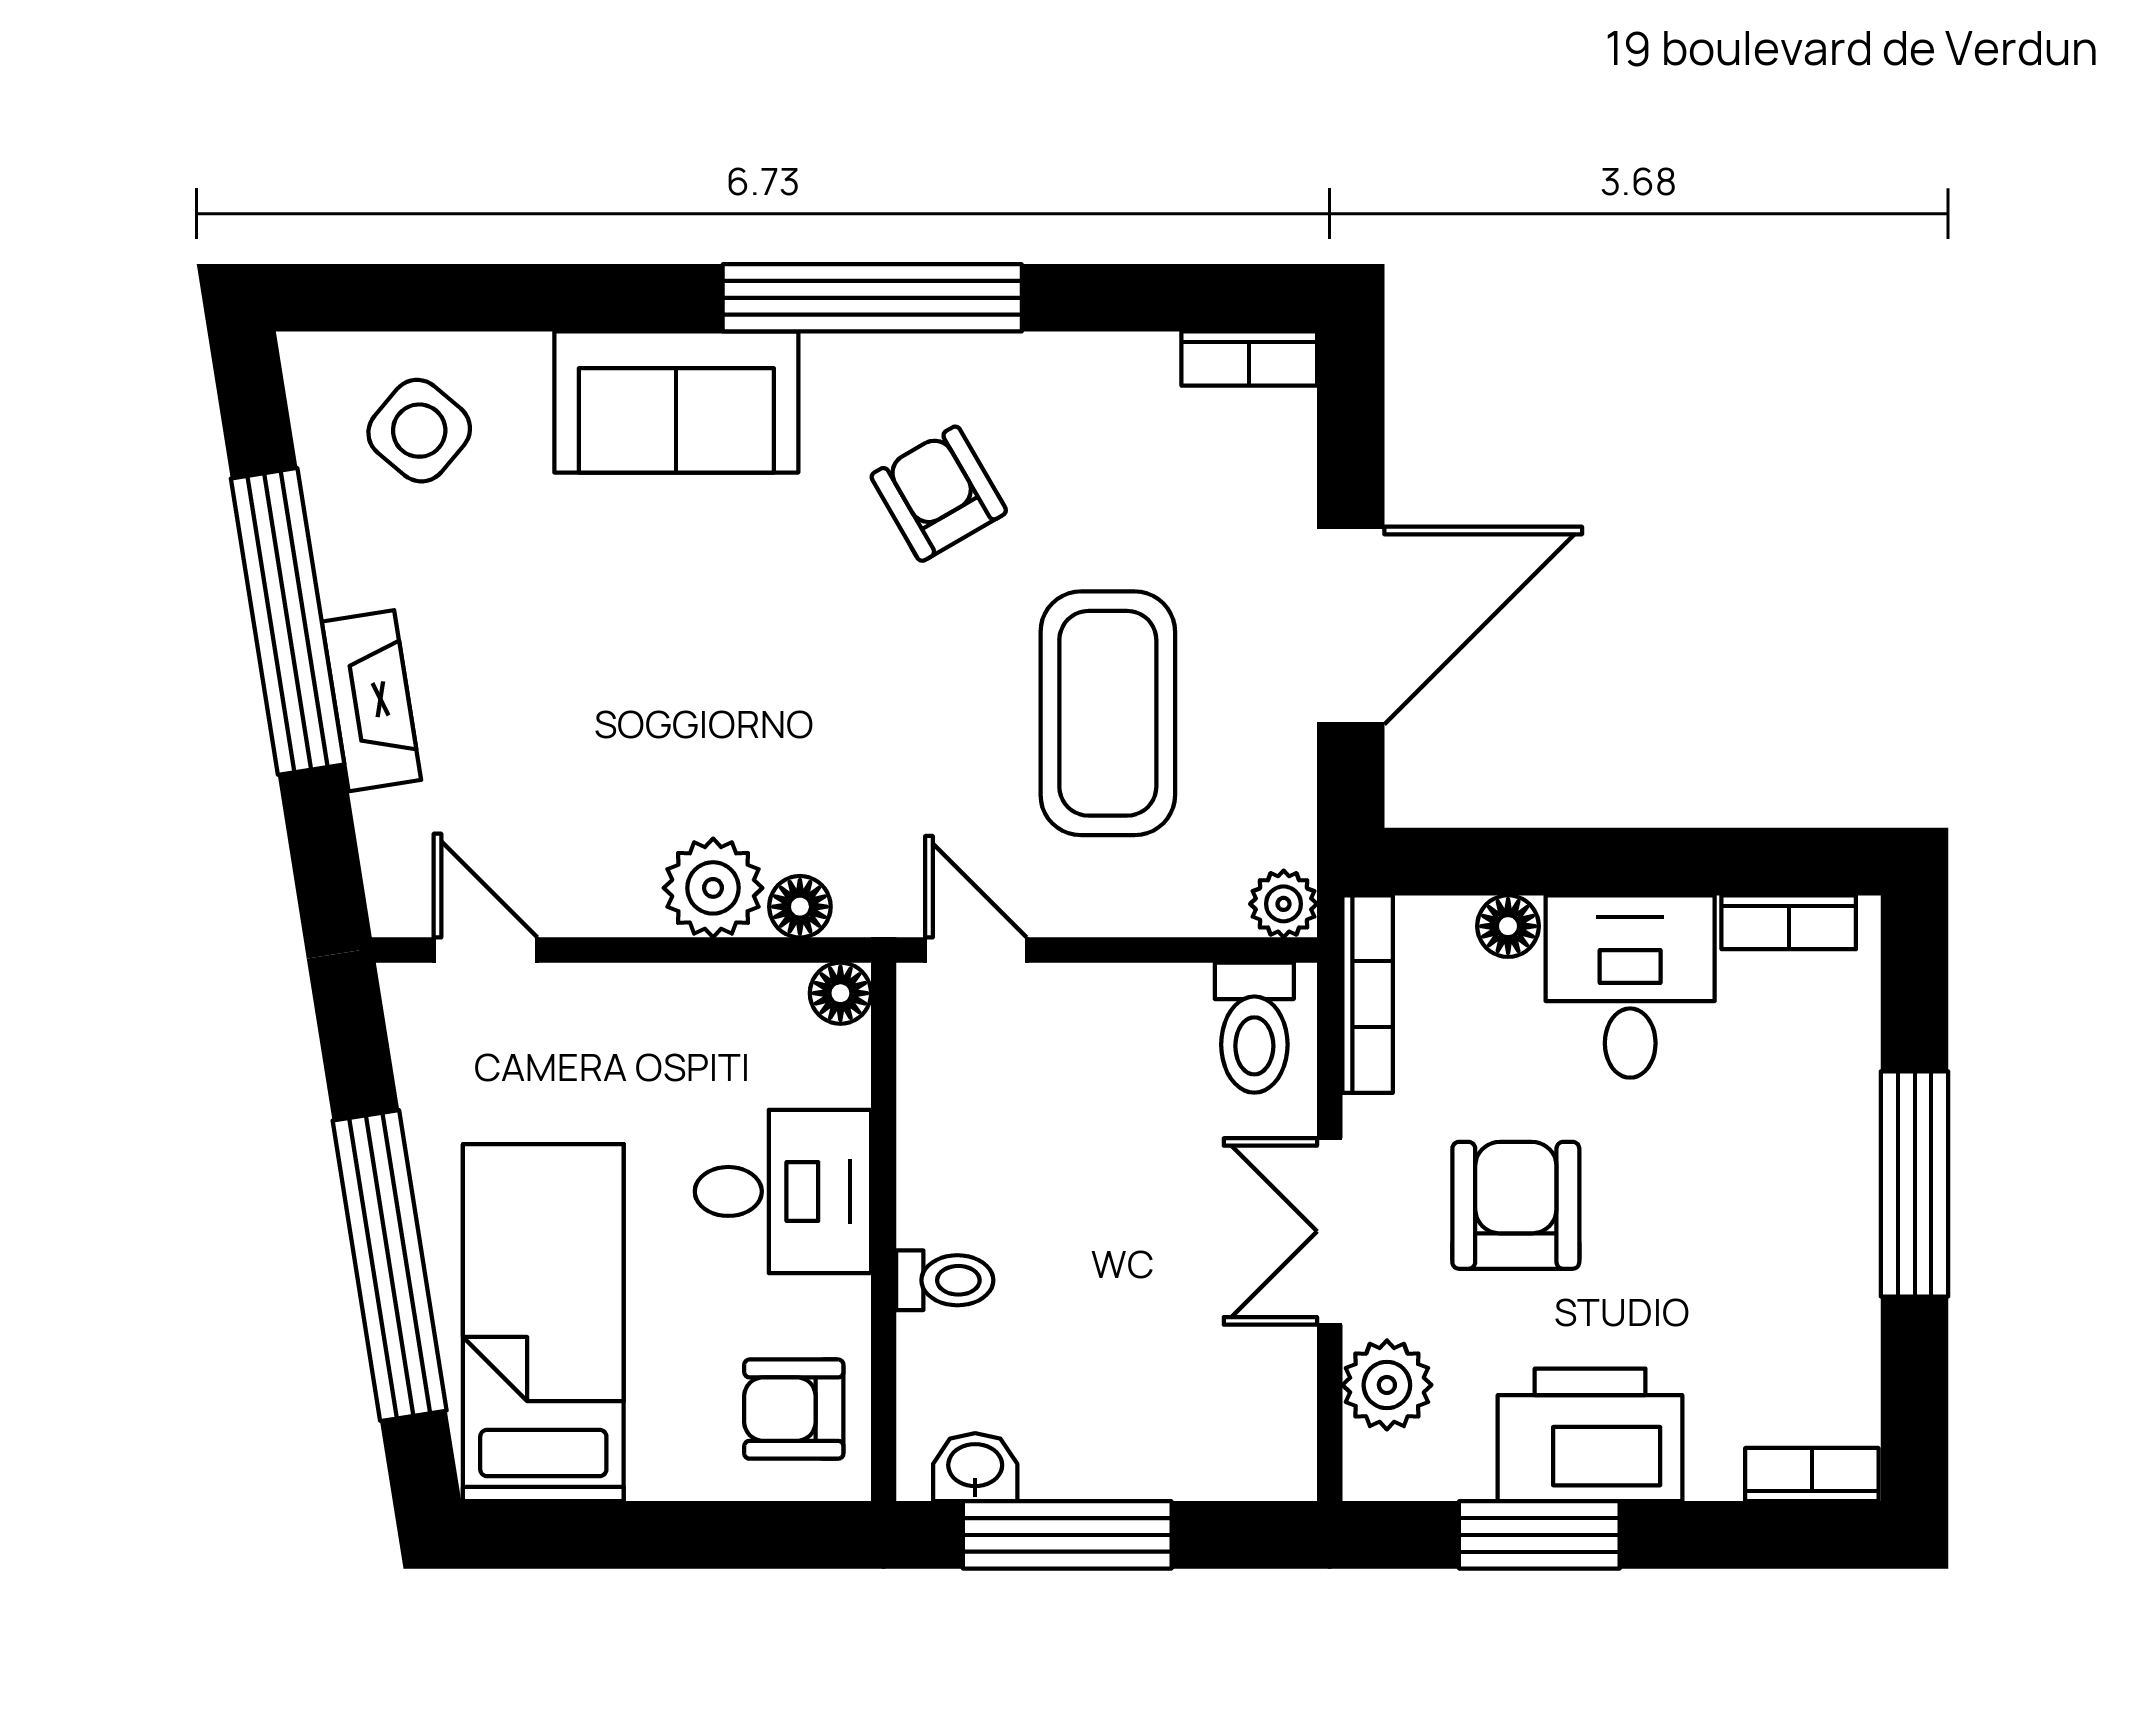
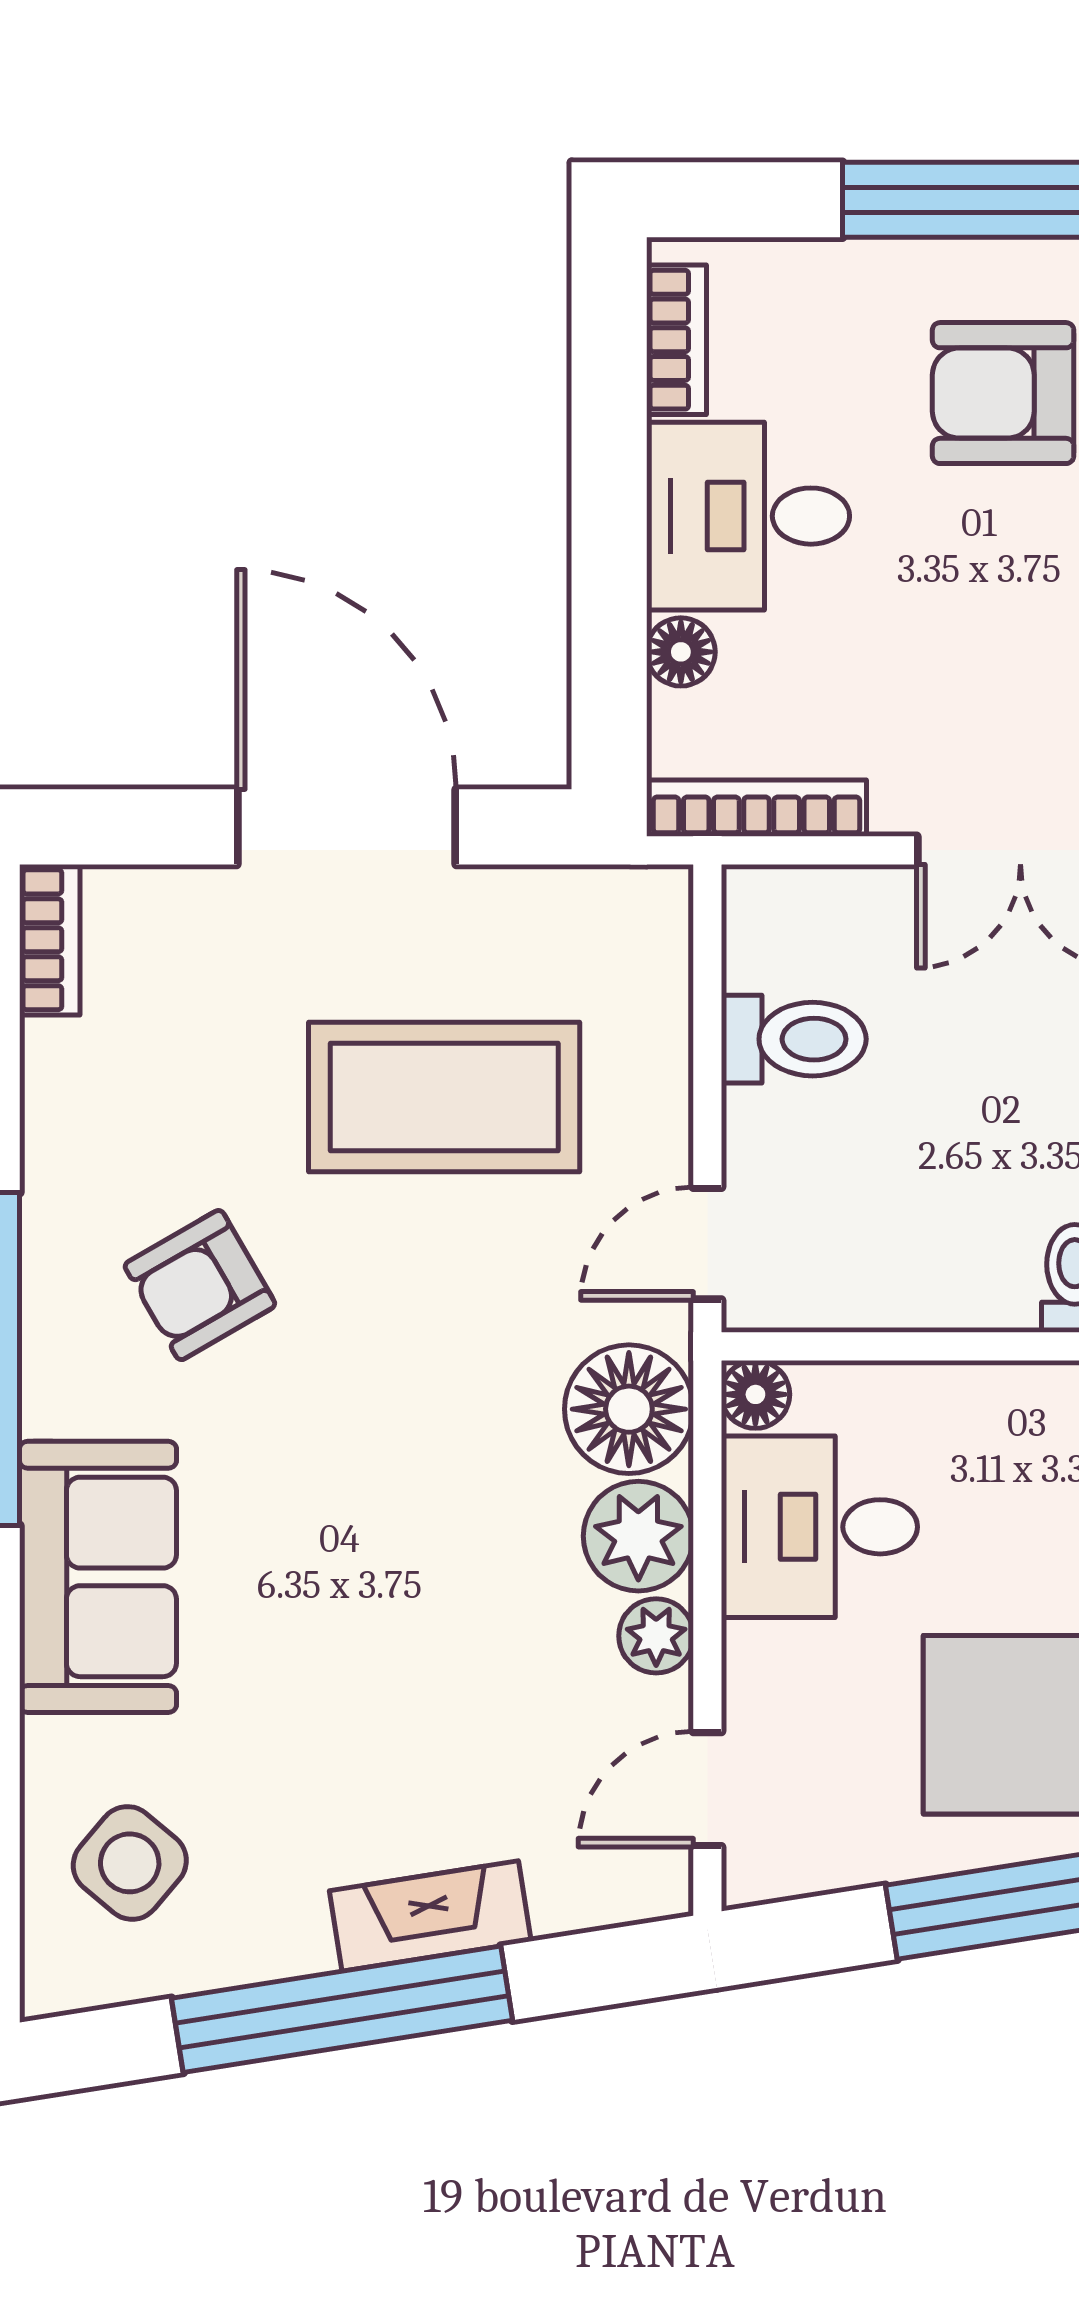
plant: (1284, 904) -> (656, 1636), moved
floor lamp: (800, 907) -> (629, 1409), width x1.89, depth x1.89
toilet: (1254, 1028) -> (794, 1039), moved
desk: (783, 1191) -> (819, 1527), moved, turned -90
armchair: (1516, 1205) -> (1003, 393), moved

